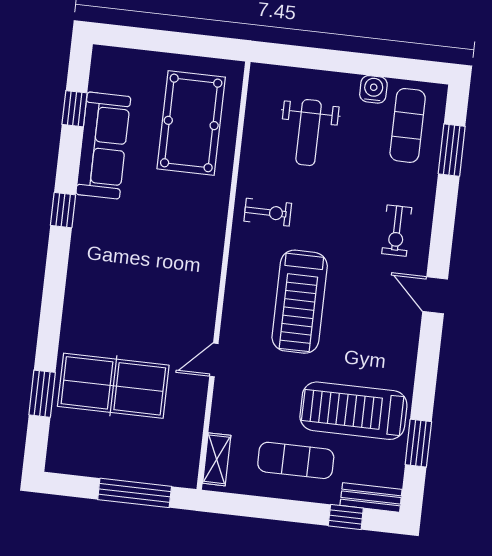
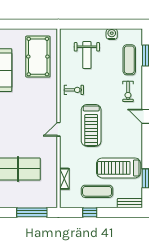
exercise mat: (408, 125) -> (129, 60), moved
door: (214, 360) -> (58, 129), moved
shelving: (217, 459) -> (64, 179), moved
window: (346, 517) -> (90, 212), moved

